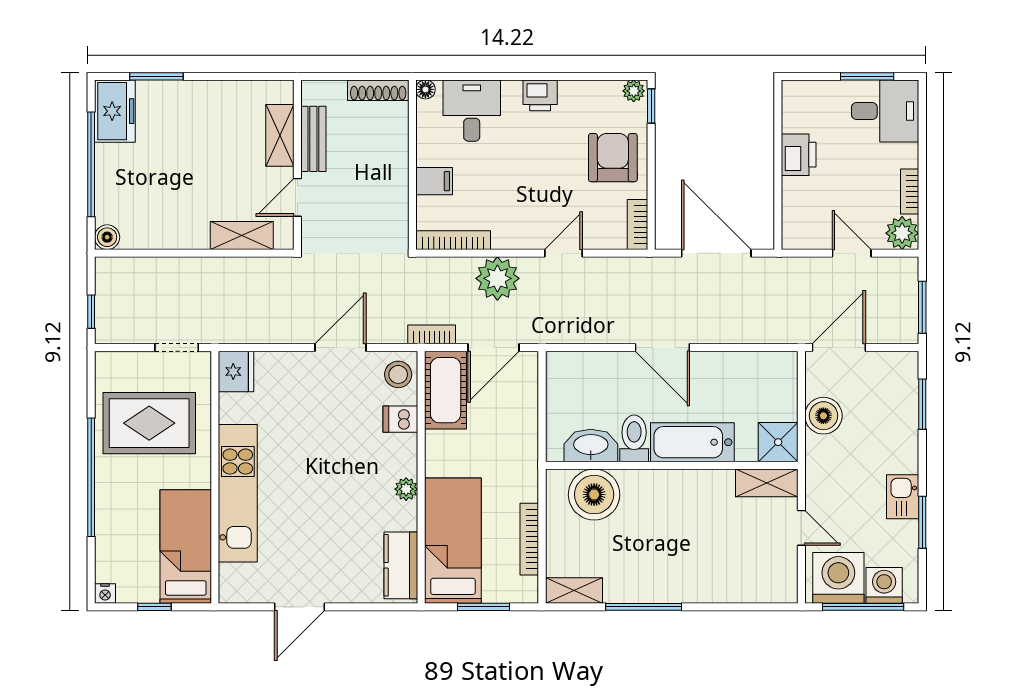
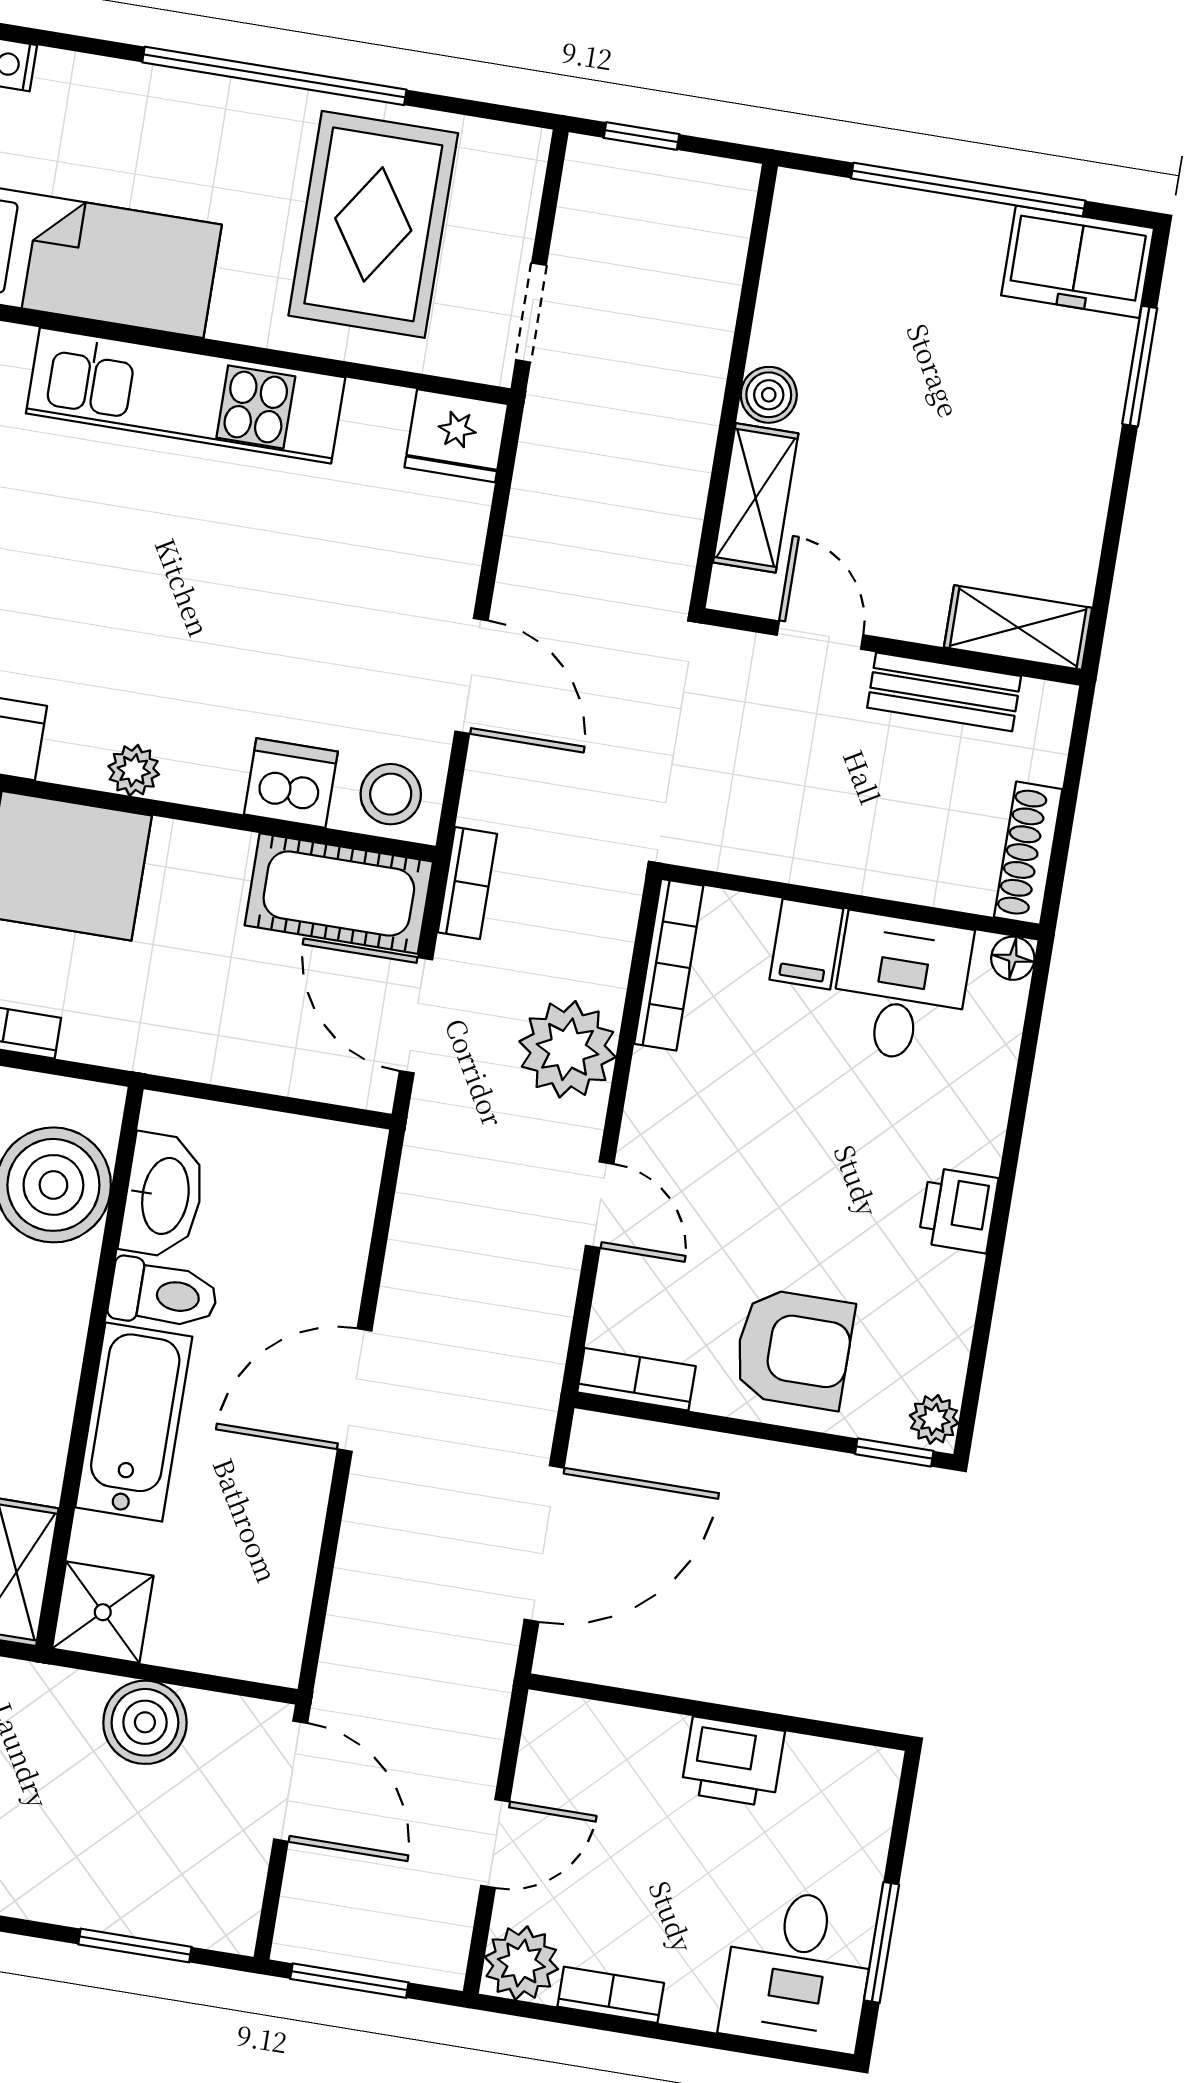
desk: (472, 111) -> (901, 988), moved, turned -90
shelving: (280, 135) -> (1018, 628), moved
boiler: (107, 237) -> (769, 395), moved
dishwasher: (400, 419) -> (291, 783), width x1.38

